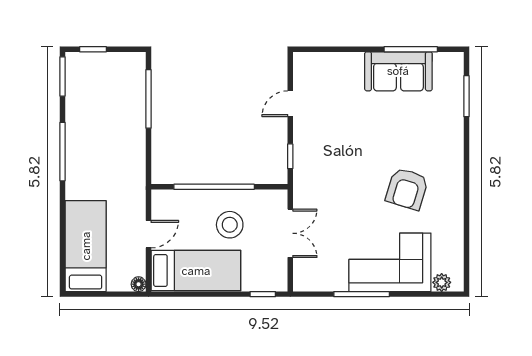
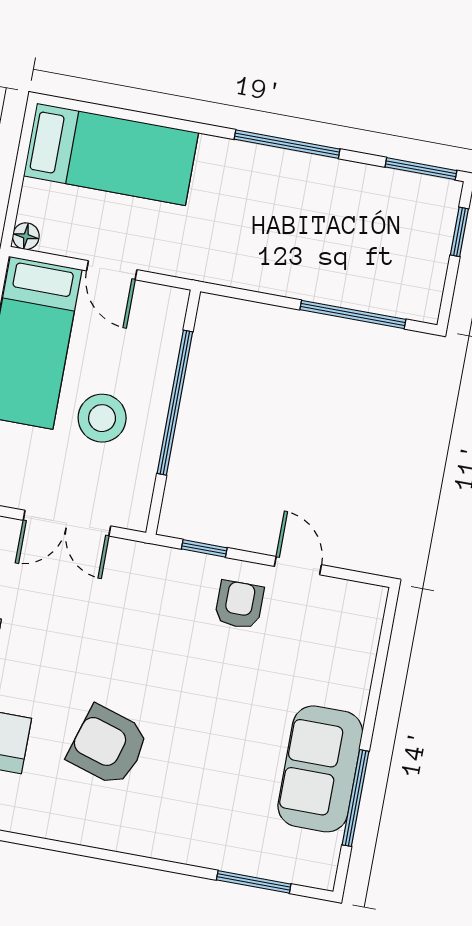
armchair: (317, 132) -> (239, 605), added

